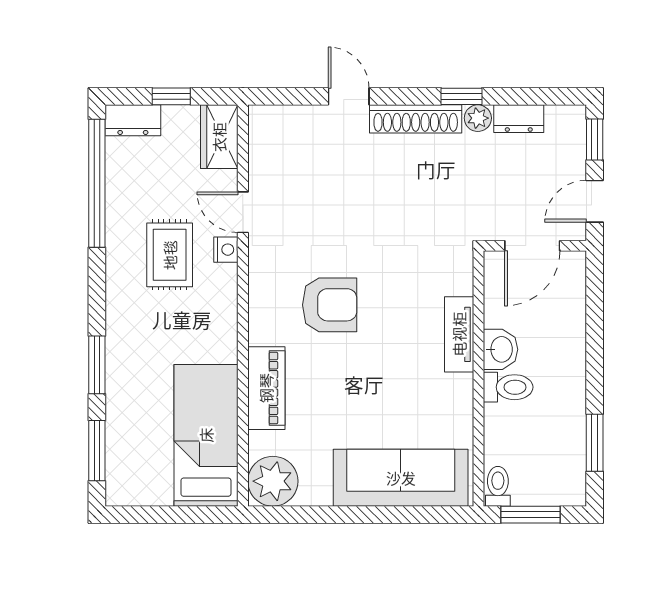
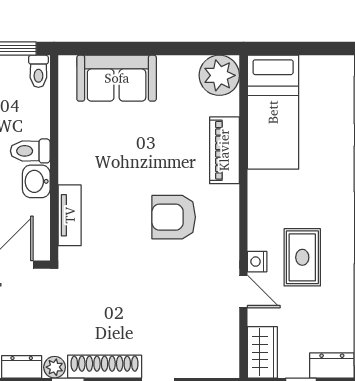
tv unit: (459, 334) -> (70, 215), moved
sofa: (401, 478) -> (117, 78), width x0.73

